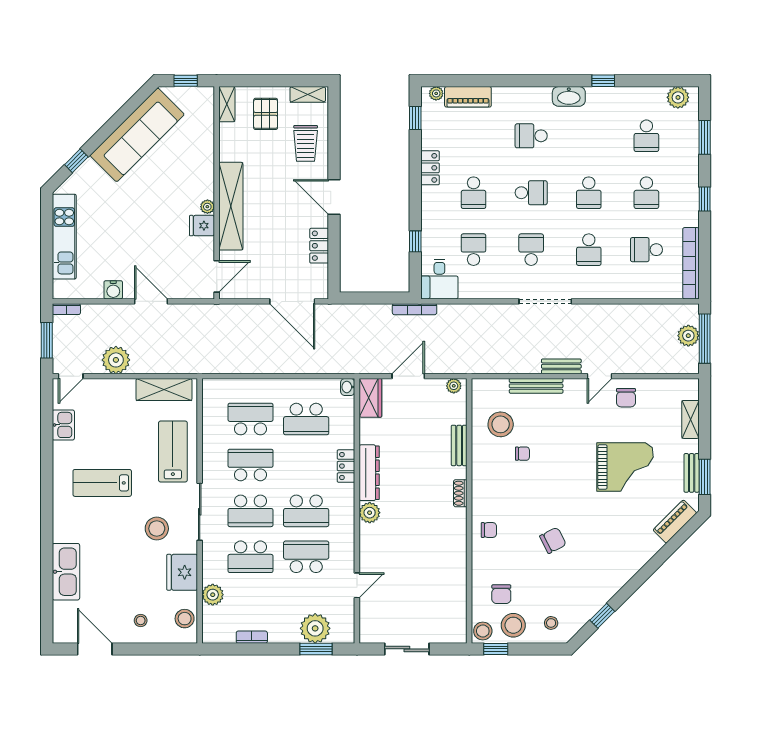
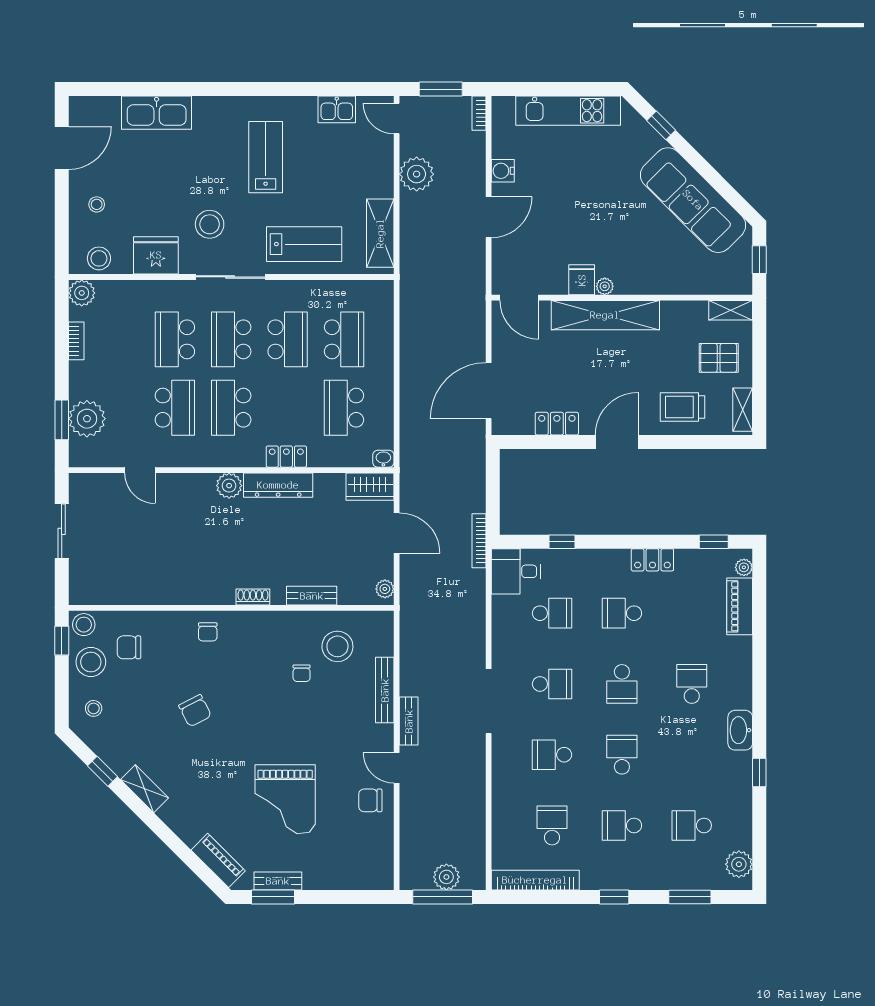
school desk: (589, 193) -> (622, 755), turned 90
shelving: (690, 419) -> (145, 789), moved, turned 45
plant: (213, 595) -> (82, 293), moved

